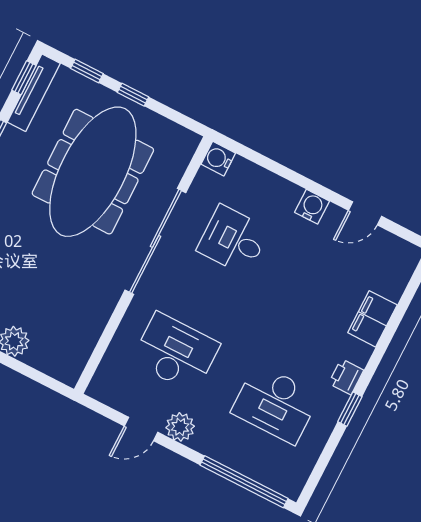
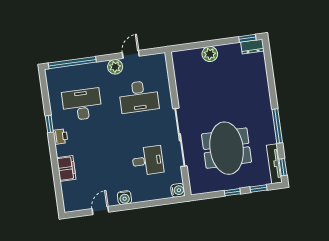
meeting table: (93, 172) -> (227, 148), width x0.73

